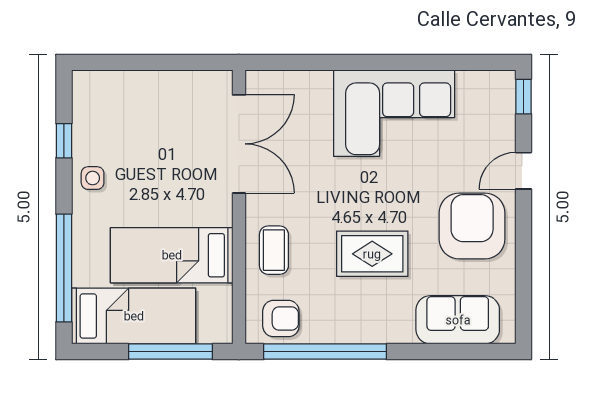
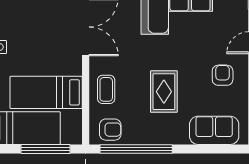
armchair: (472, 226) -> (223, 75), width x0.53, depth x0.53
rug: (372, 254) -> (164, 92), turned 90

